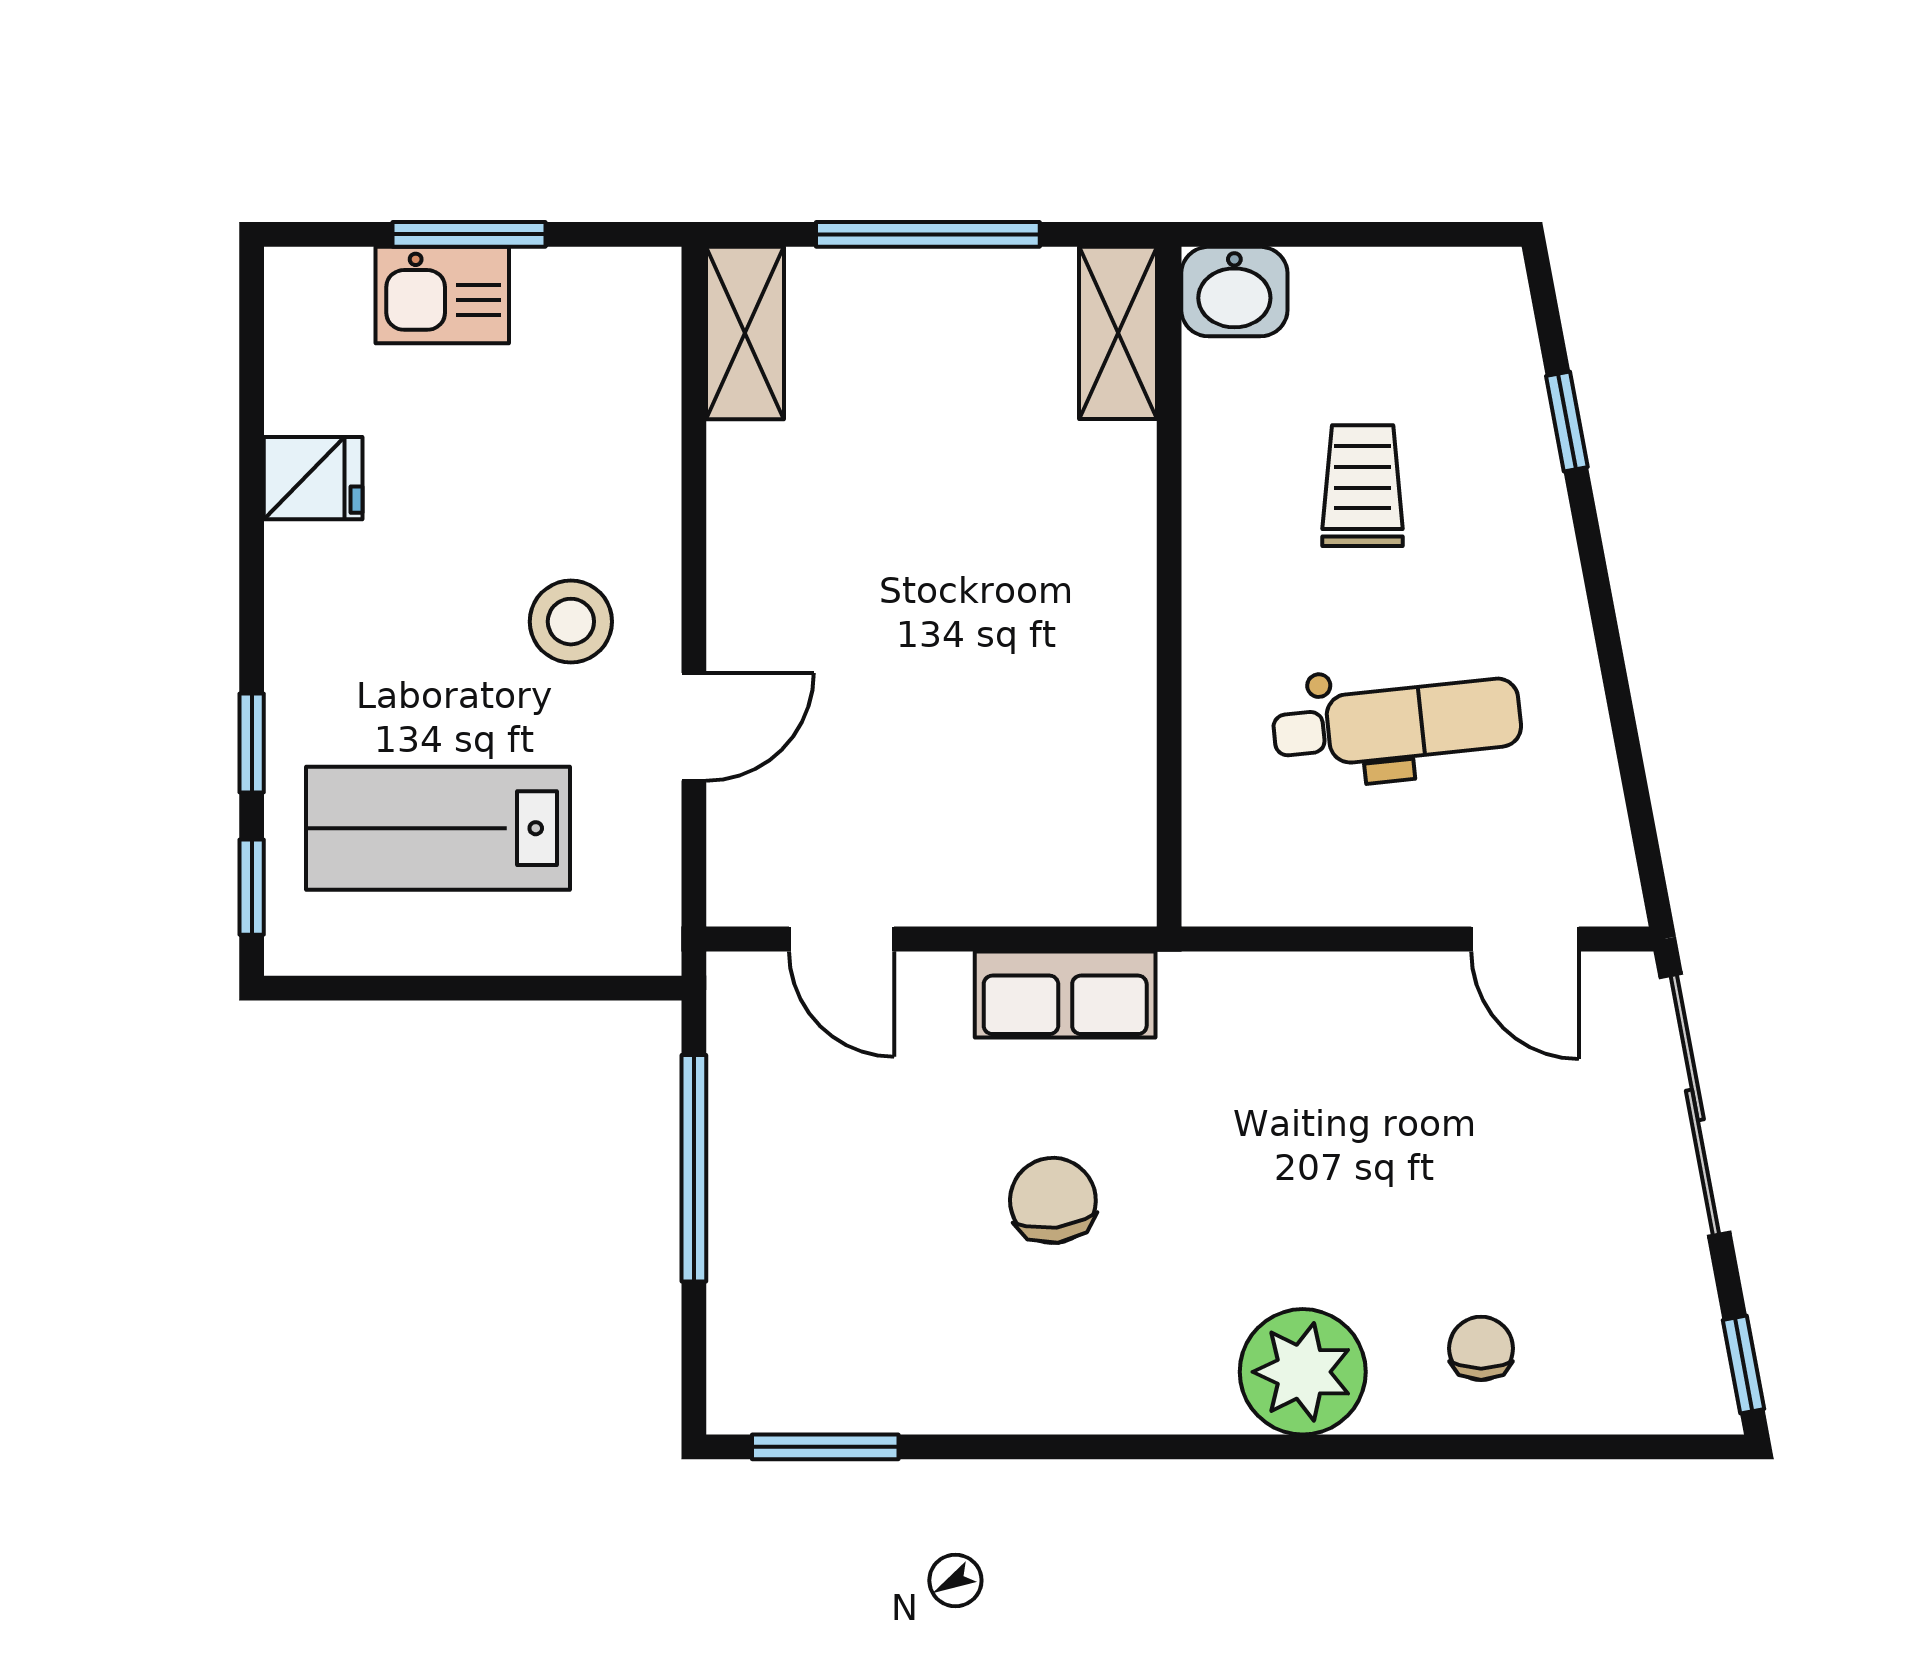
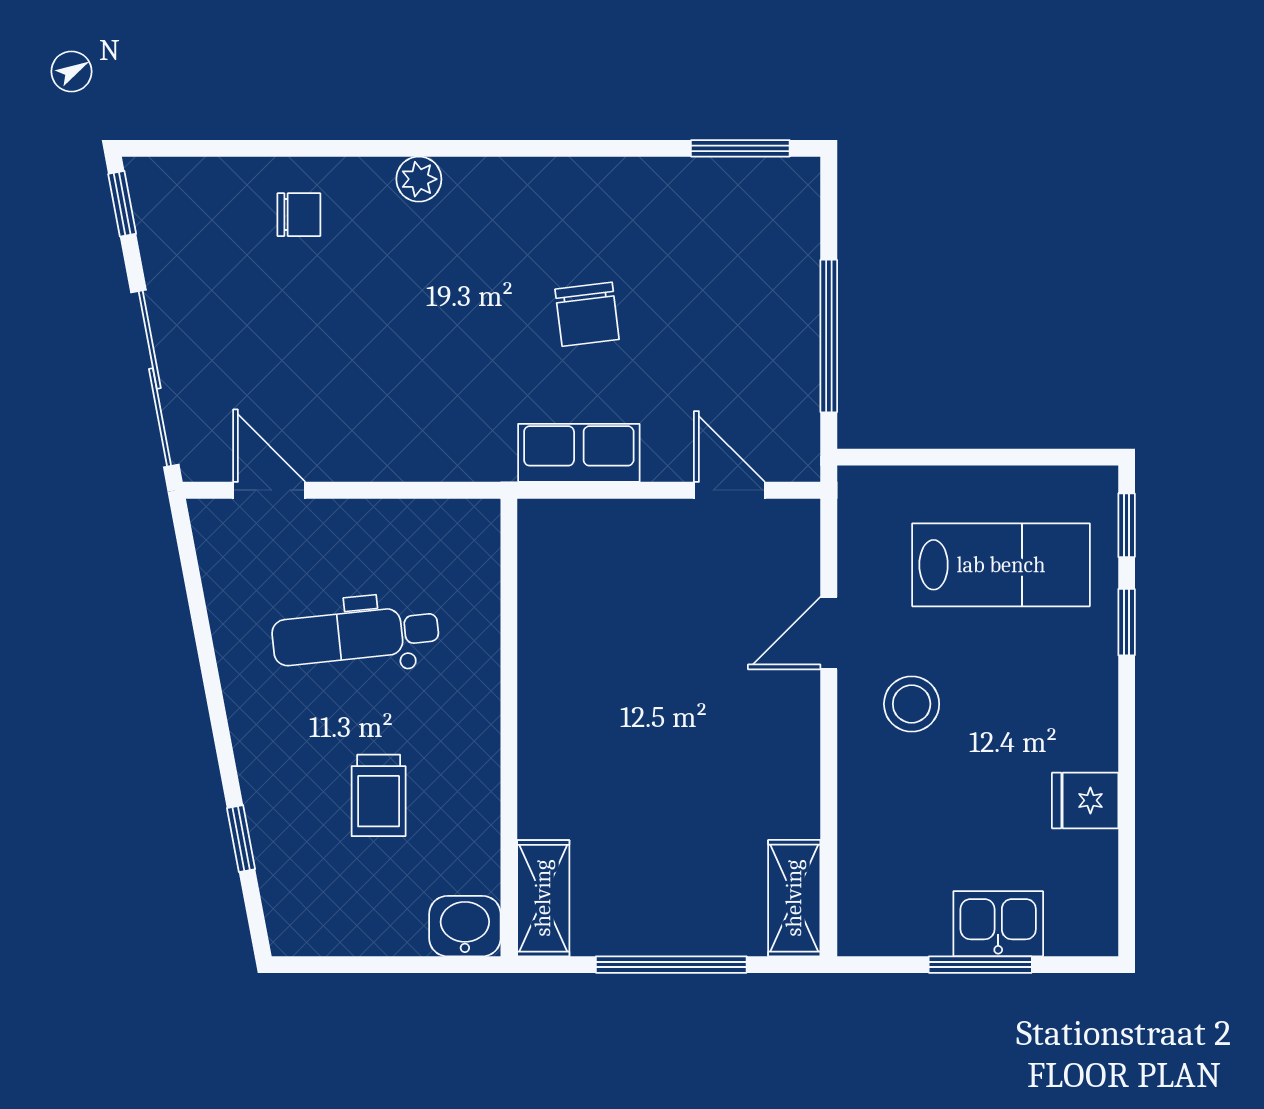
chair: (1481, 1348) -> (299, 215), turned -90
plant: (1303, 1372) -> (419, 179), width x0.53, depth x0.53

